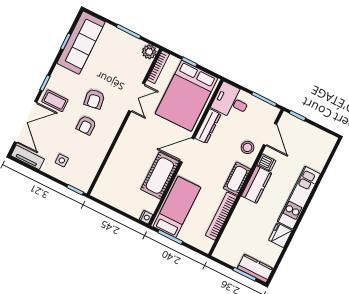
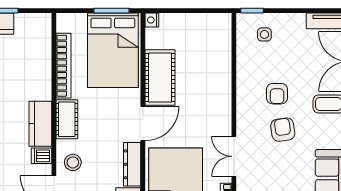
armchair: (86, 125) -> (277, 94), turned 180
side table: (62, 160) -> (264, 34), moved
bed: (177, 207) -> (113, 50), width x1.50

